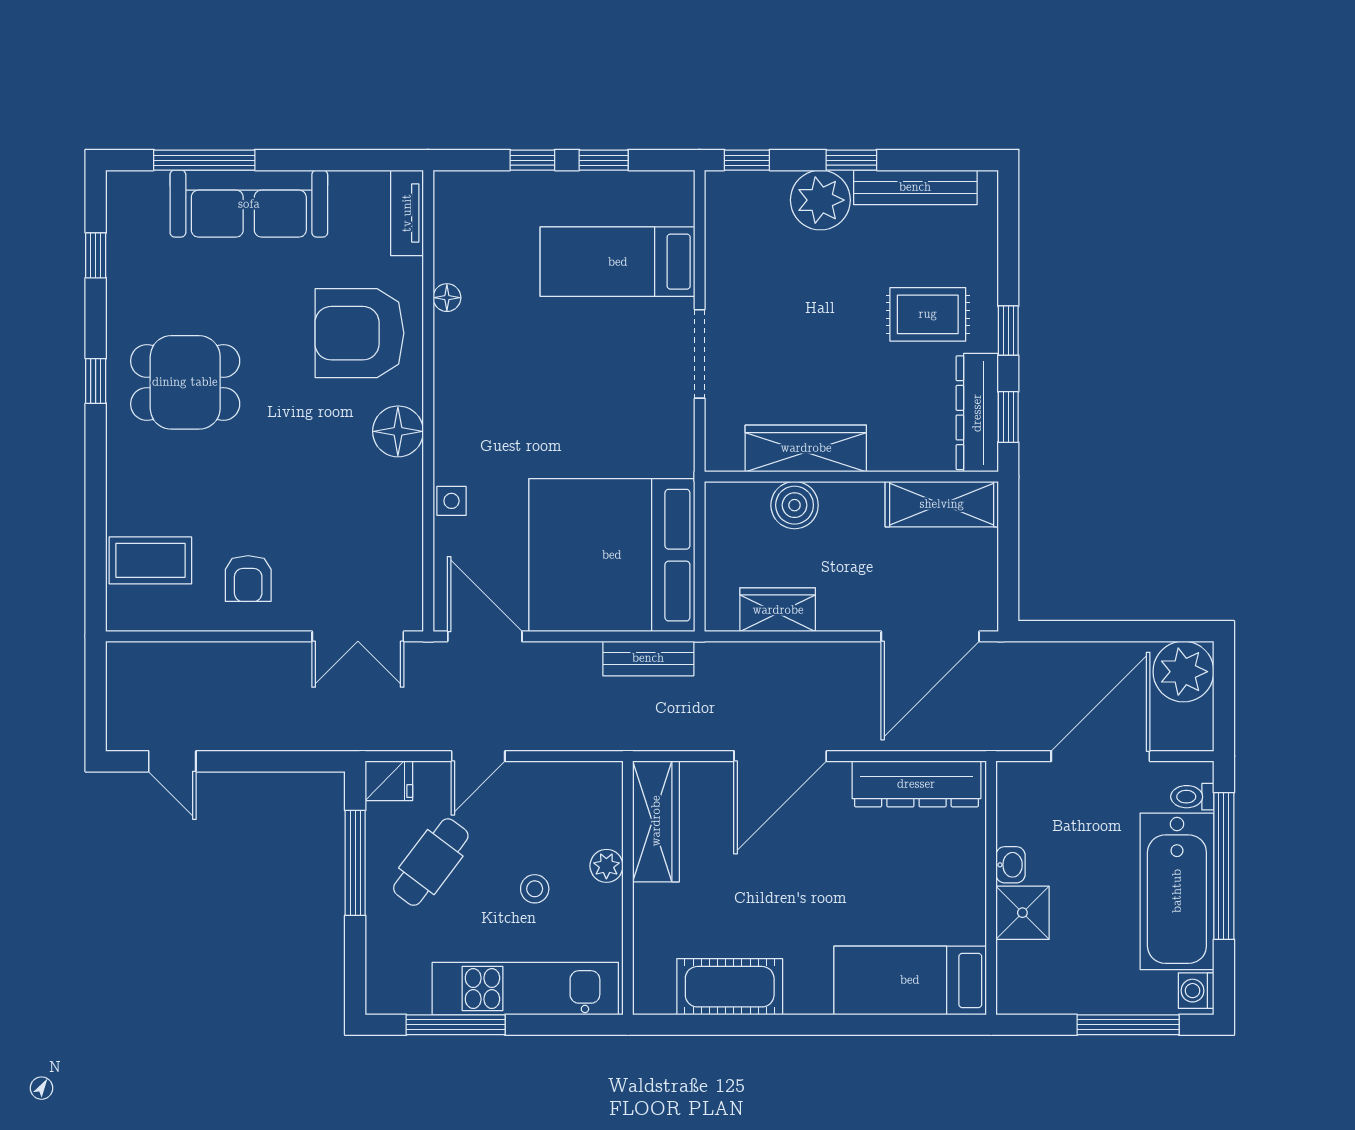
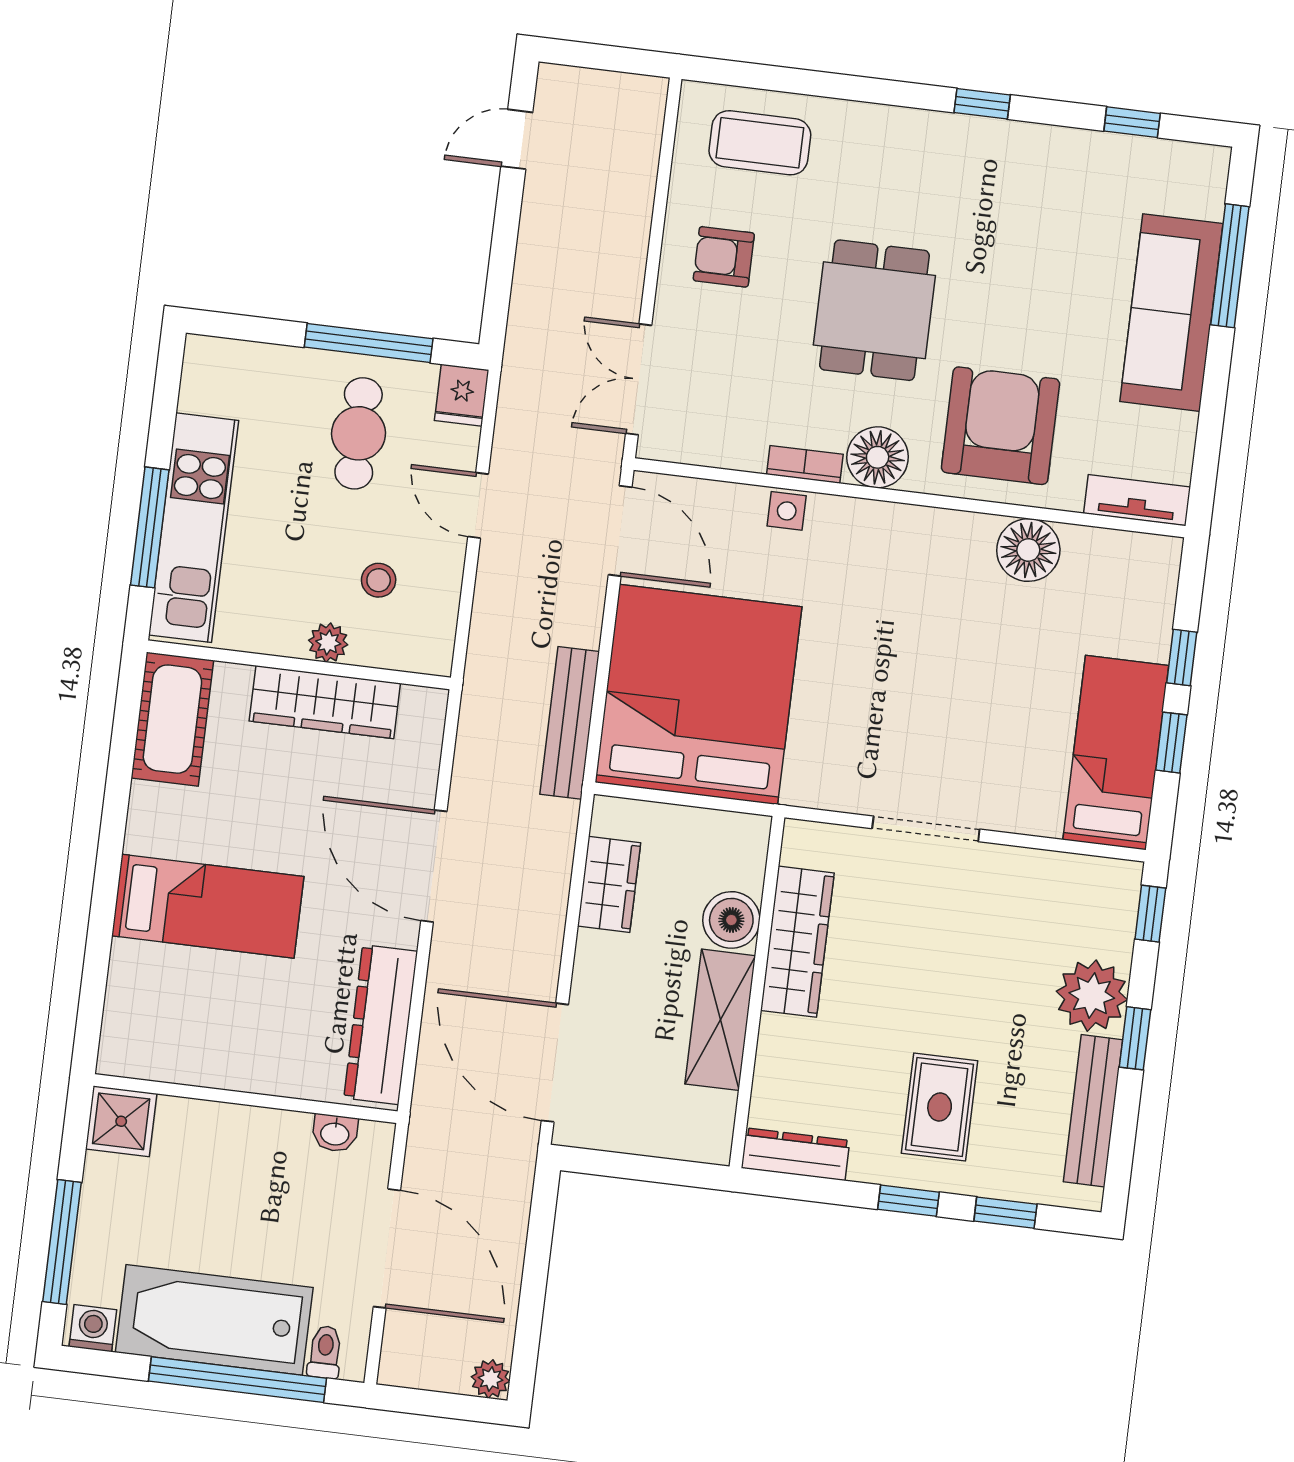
bed: (618, 262) -> (1116, 753), moved
floor lamp: (447, 298) -> (1028, 550), width x1.89, depth x1.89
dining table: (185, 382) -> (874, 310), moved
dresser: (977, 413) -> (795, 1154), width x0.73, depth x0.80
window: (1008, 417) -> (1005, 1213), moved
bookcase: (411, 491) -> (805, 464), added
shelving: (942, 504) -> (720, 1020), moved
coffee table: (150, 560) -> (760, 143), turned 90
door: (485, 636) -> (620, 531), hinge flipped
bench: (648, 658) -> (570, 723), width x1.36
plant: (1183, 672) -> (491, 1379), width x0.53, depth x0.53
wardrobe: (656, 821) -> (325, 702), moved
cafe table: (431, 862) -> (359, 433), turned 53
washbasin: (1011, 865) -> (335, 1133), moved
stool: (535, 889) -> (379, 580), moved
shower: (1022, 913) -> (121, 1121), moved
bed: (910, 980) -> (208, 906), moved, turned 90
cot: (730, 987) -> (172, 719), moved
window: (456, 1025) -> (150, 527), moved

